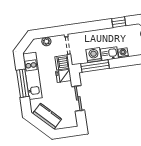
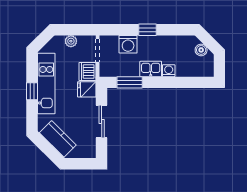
window: (119, 22) -> (148, 30), moved
washing machine: (94, 55) -> (128, 44), moved, turned 180
window: (95, 66) -> (130, 82), width x0.69
window: (23, 83) -> (32, 91), width x0.46

